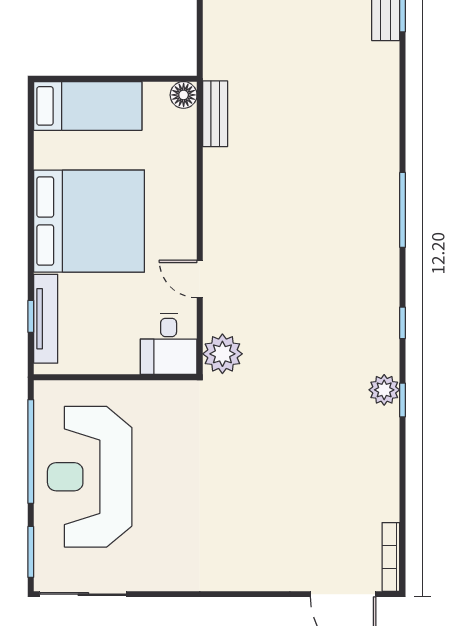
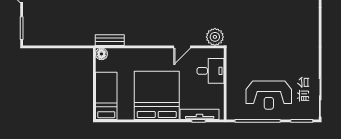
desk: (169, 344) -> (211, 71), moved
reception desk: (90, 477) -> (269, 95), width x0.74, depth x0.77

